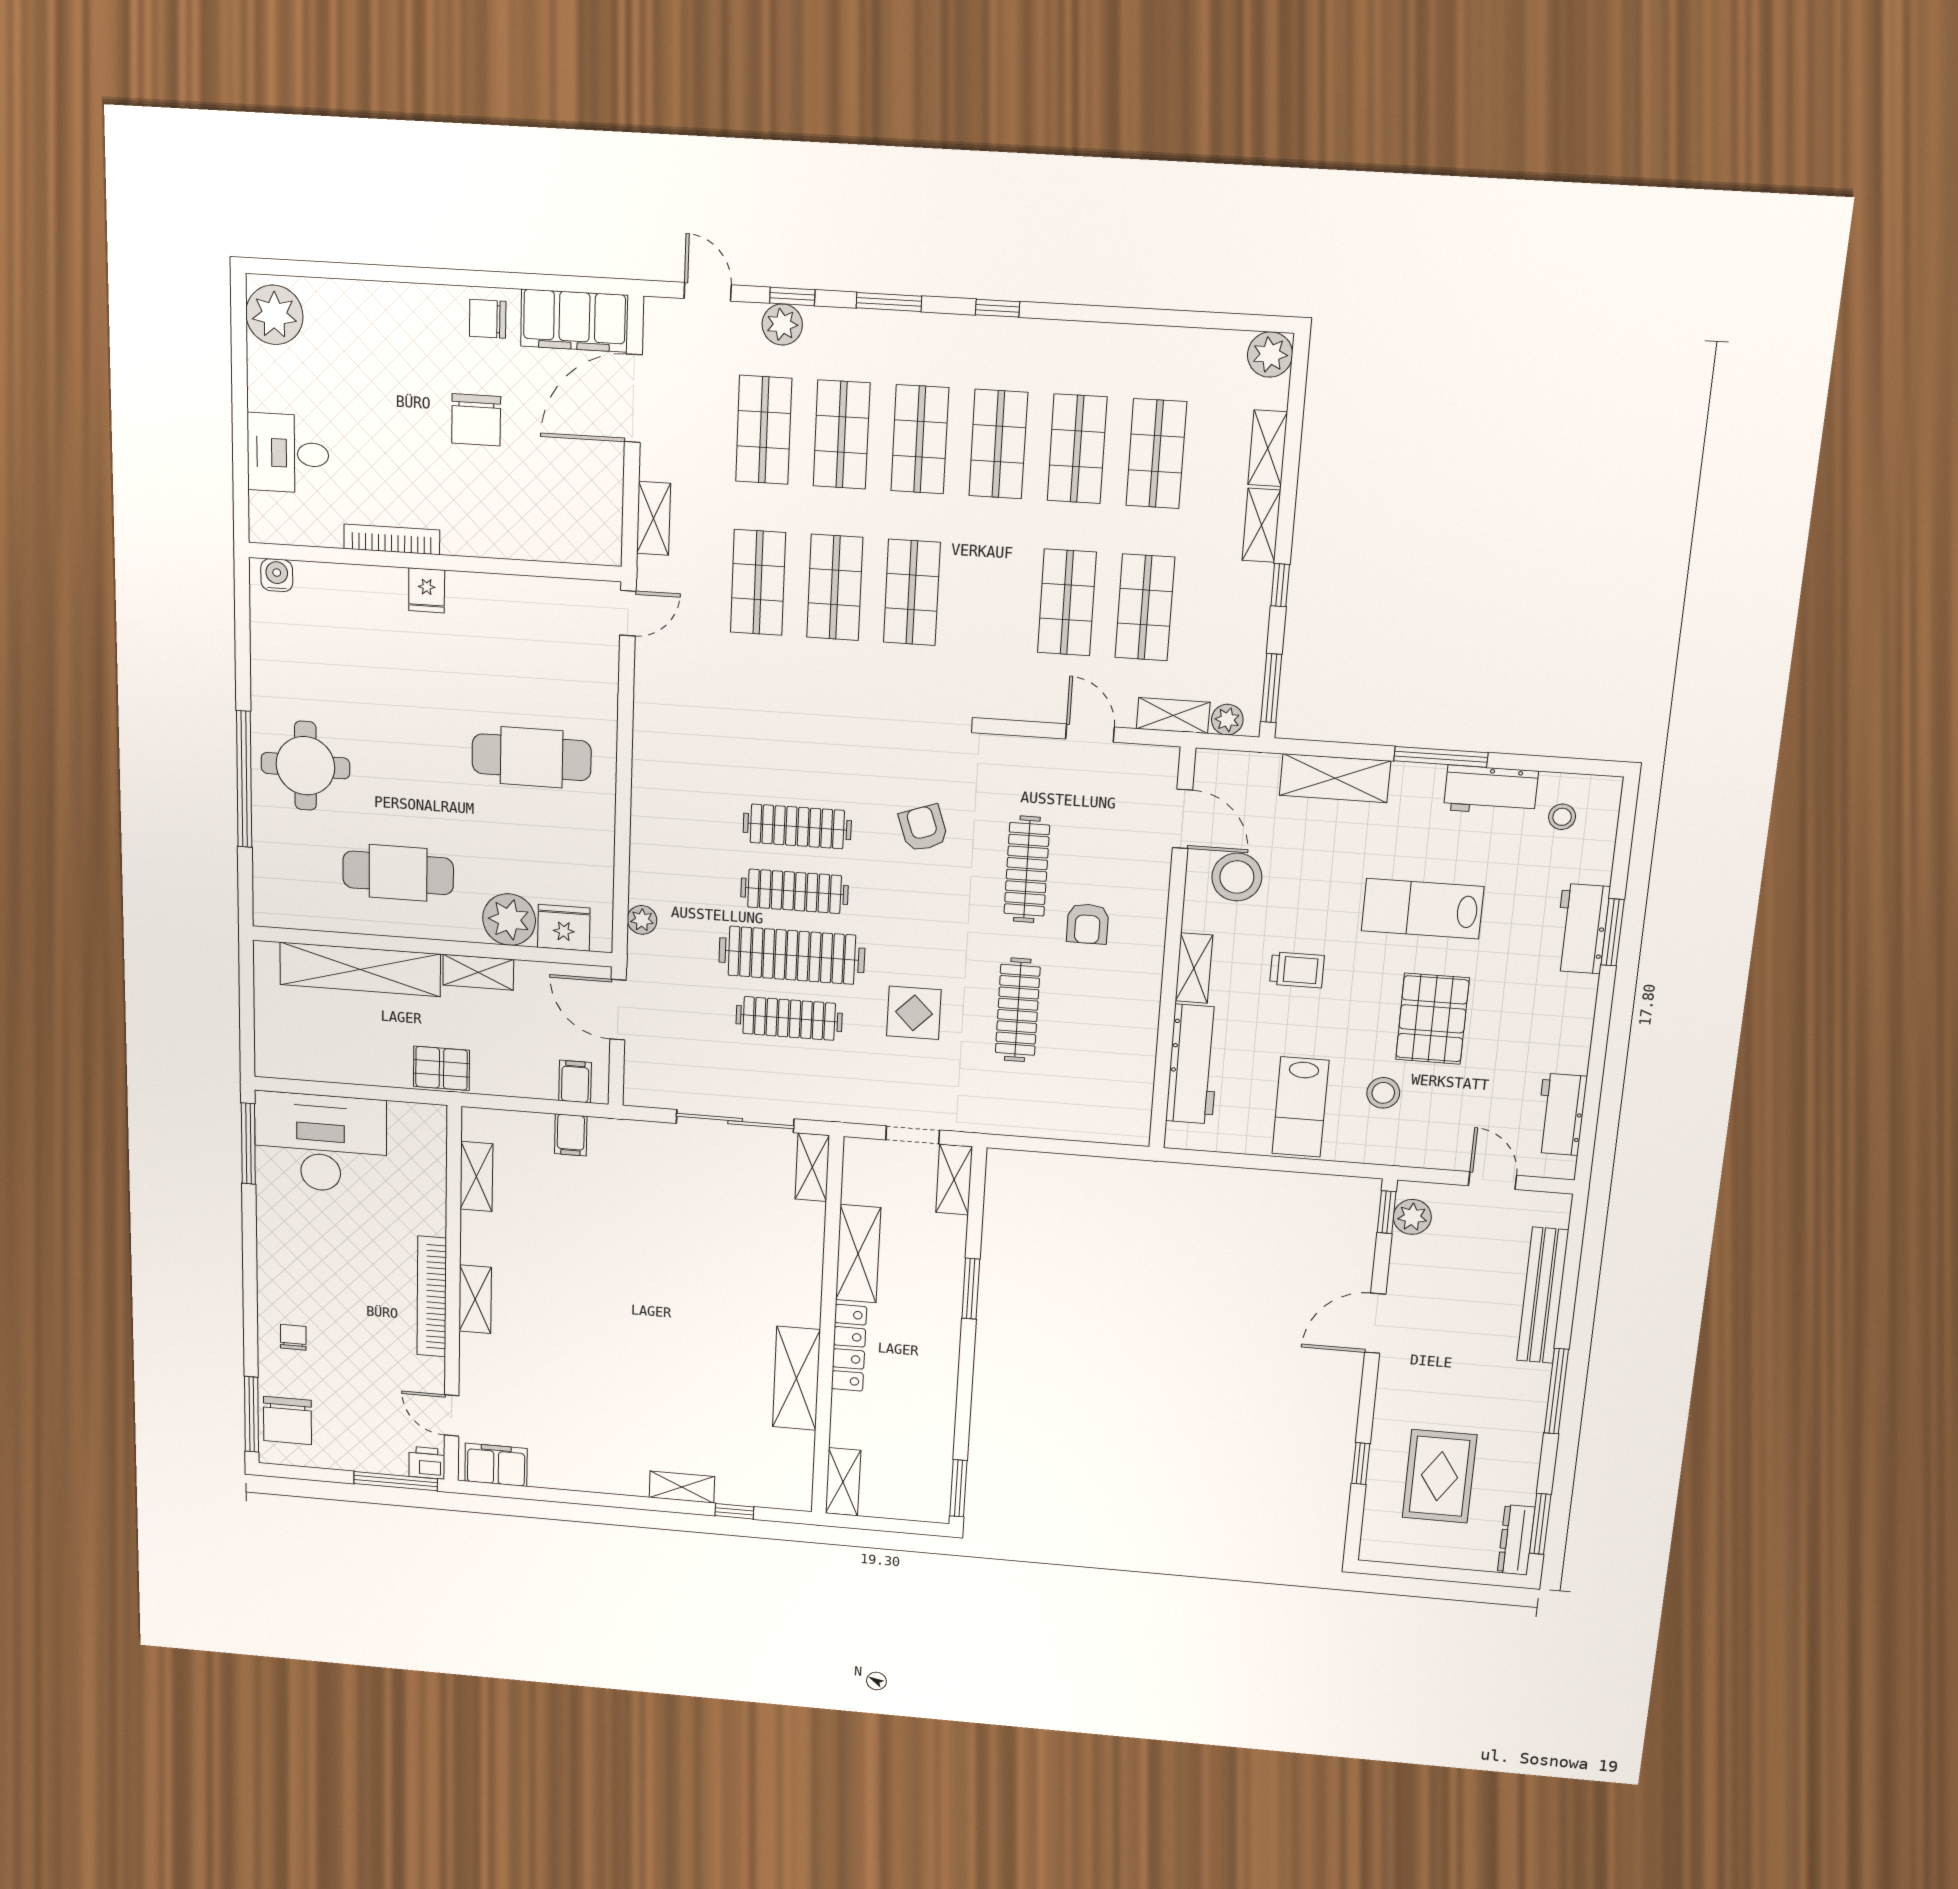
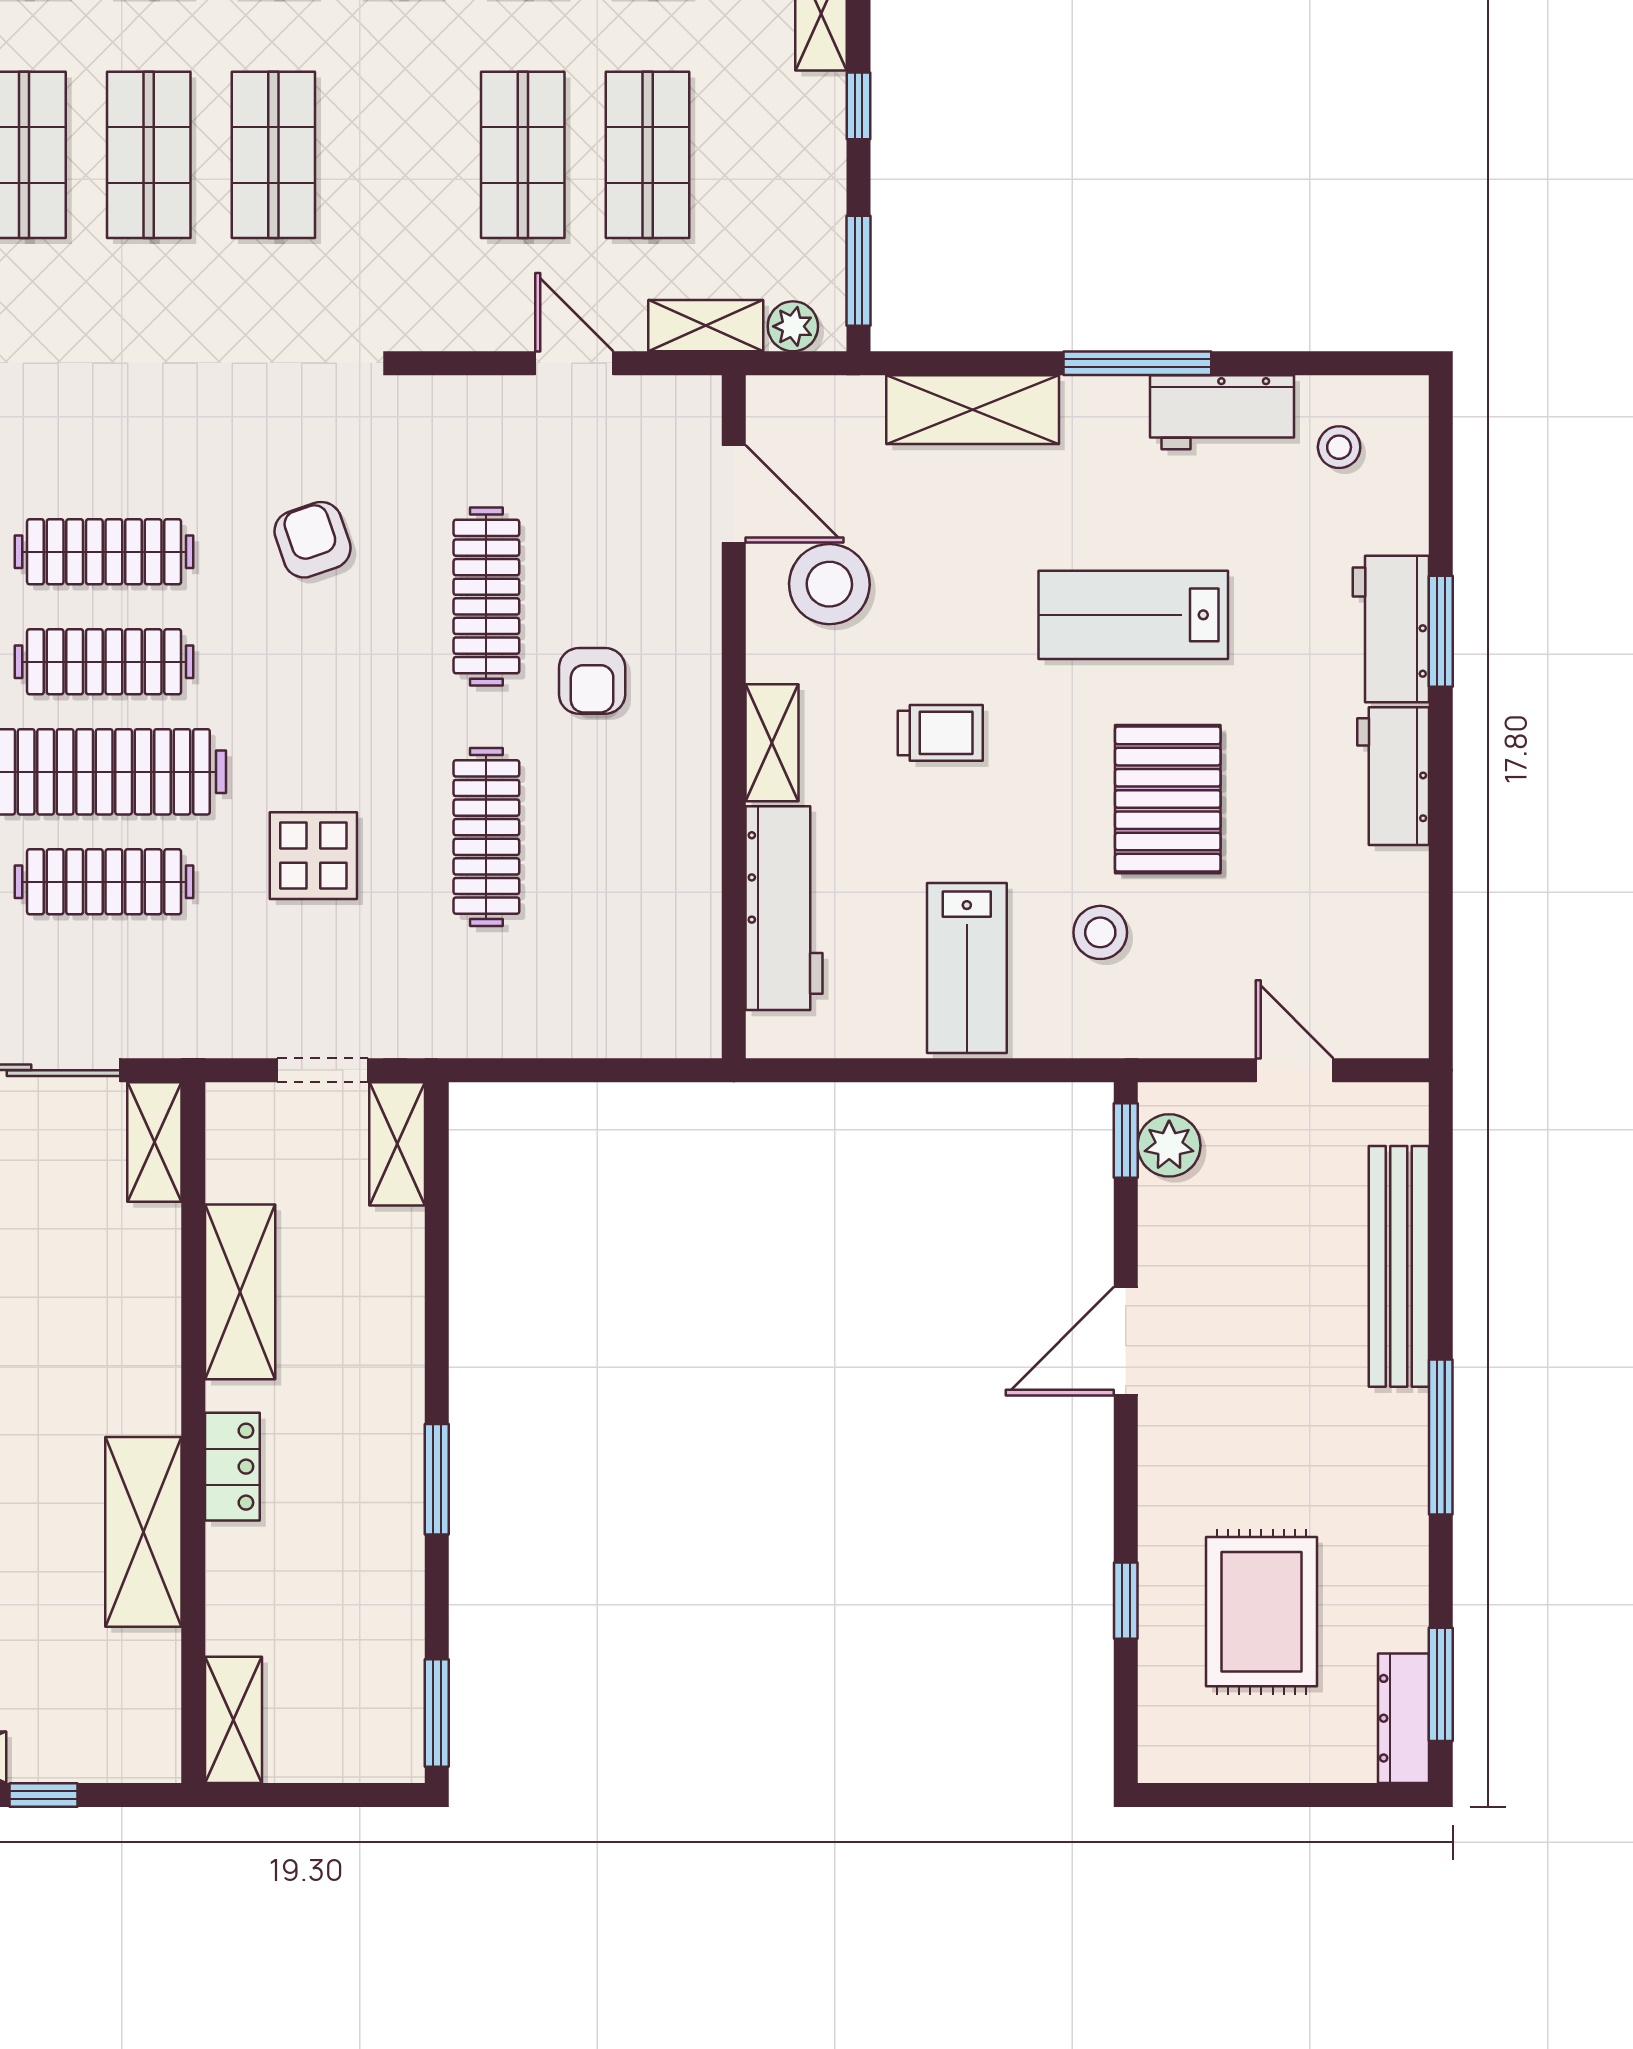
workbench: (1561, 1114) -> (1393, 776), moved
window: (971, 1289) -> (437, 1479), moved
locker: (849, 1348) -> (232, 1467), width x0.66

